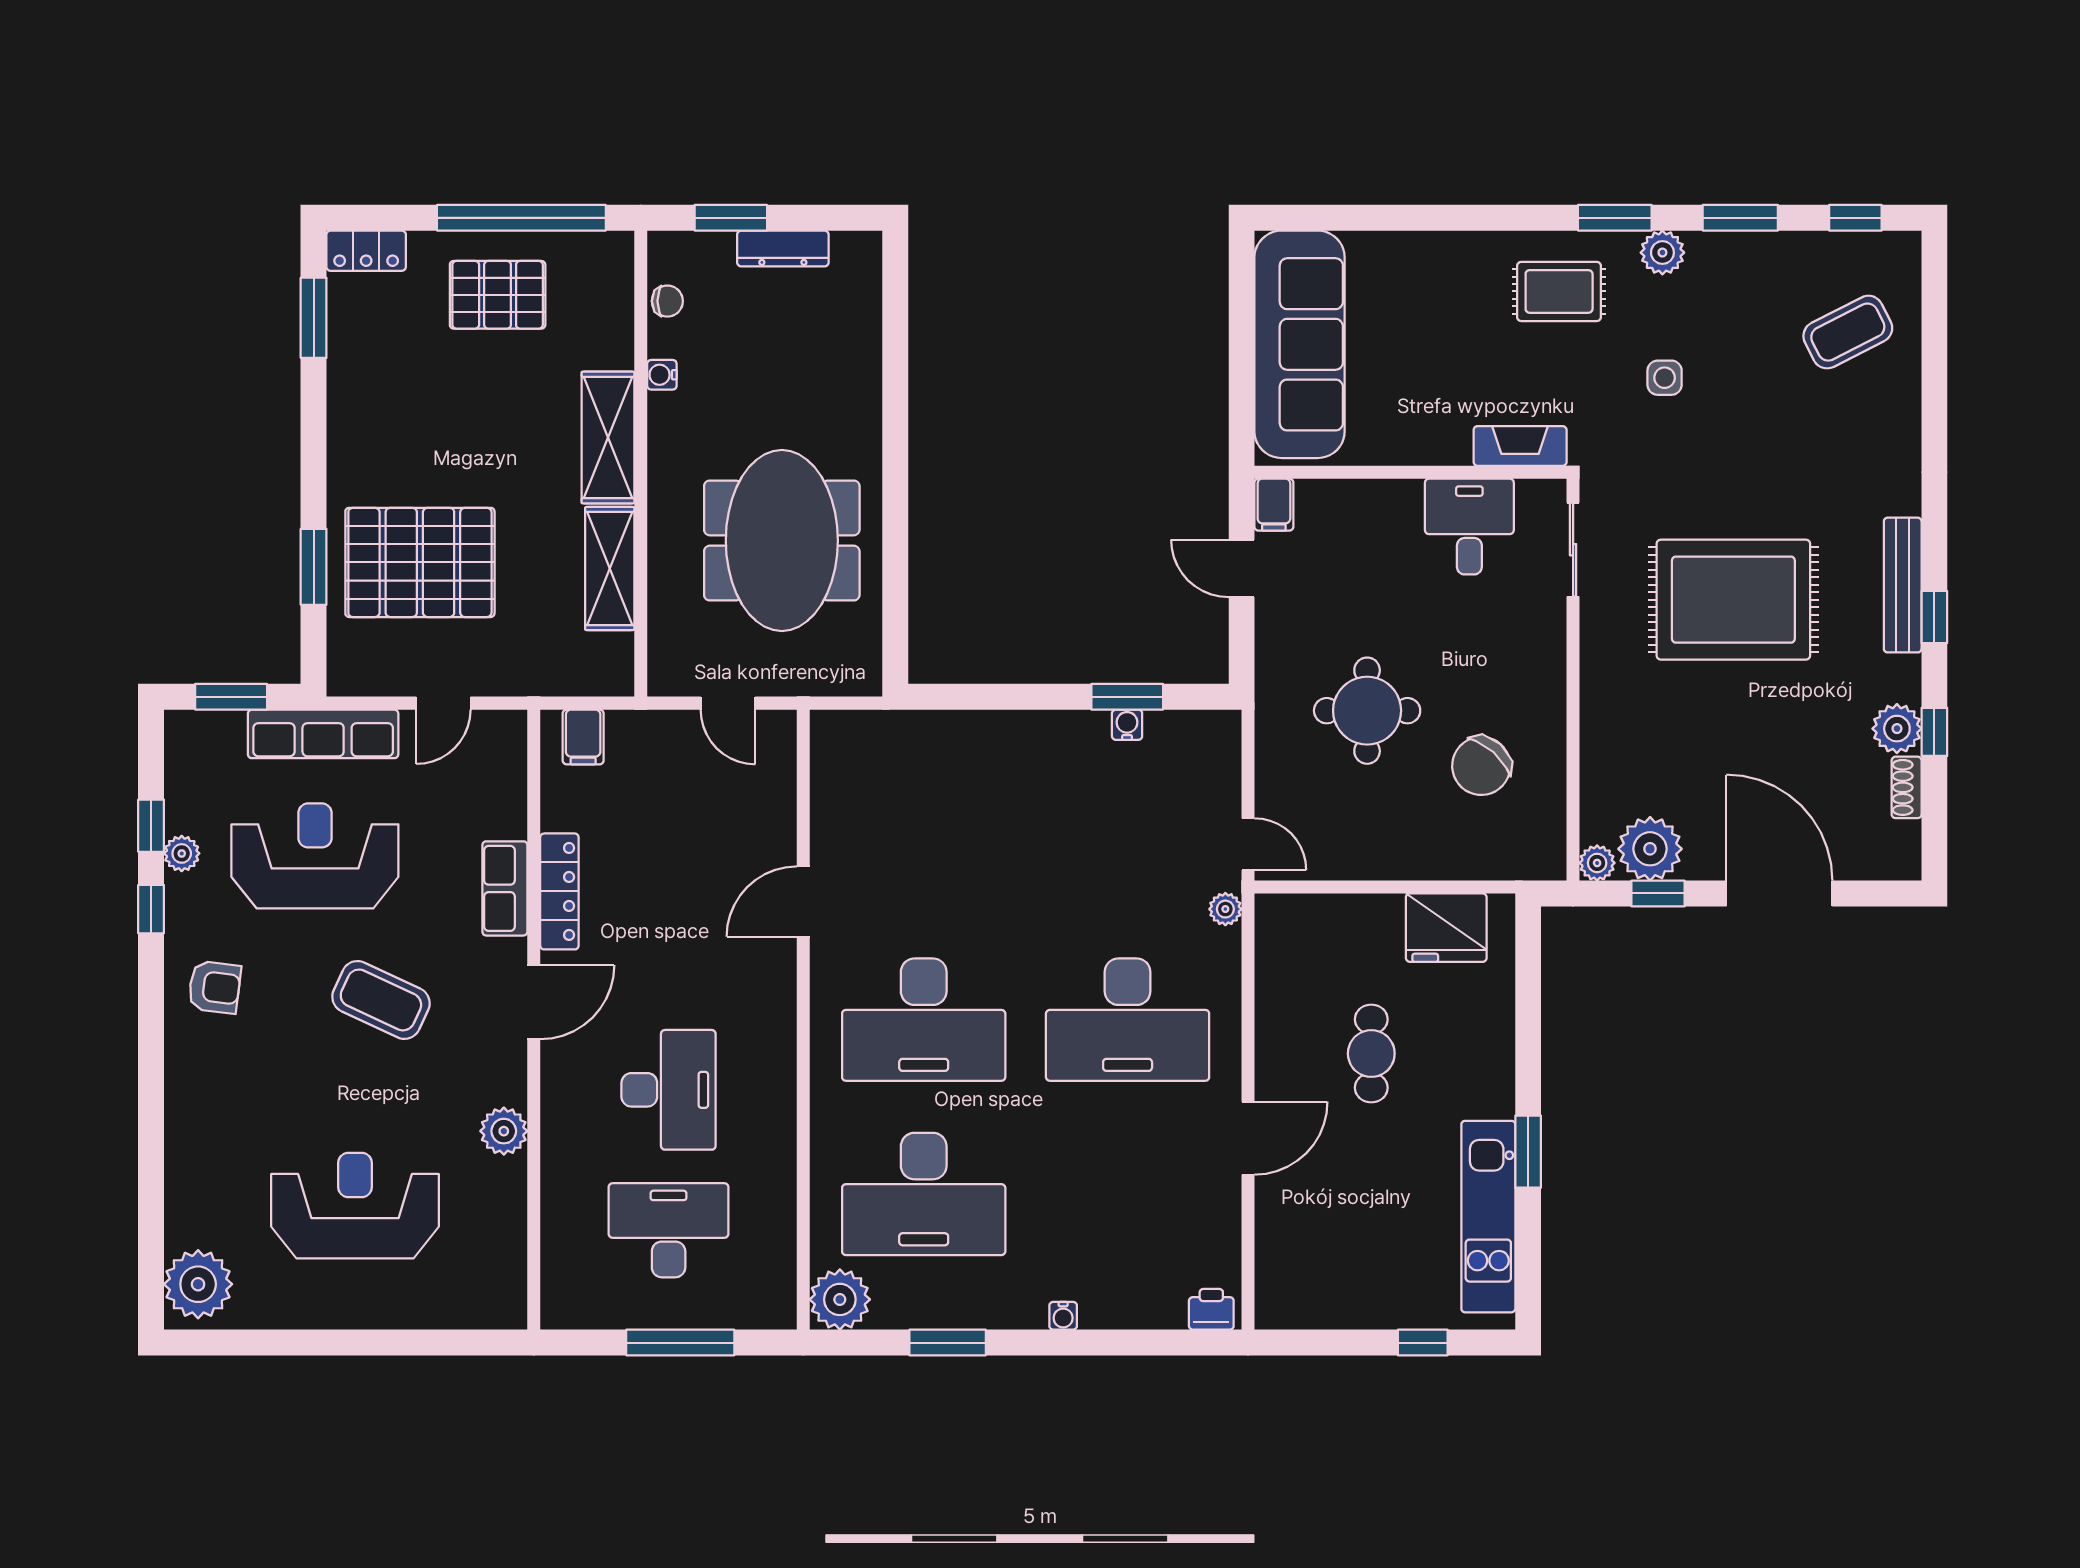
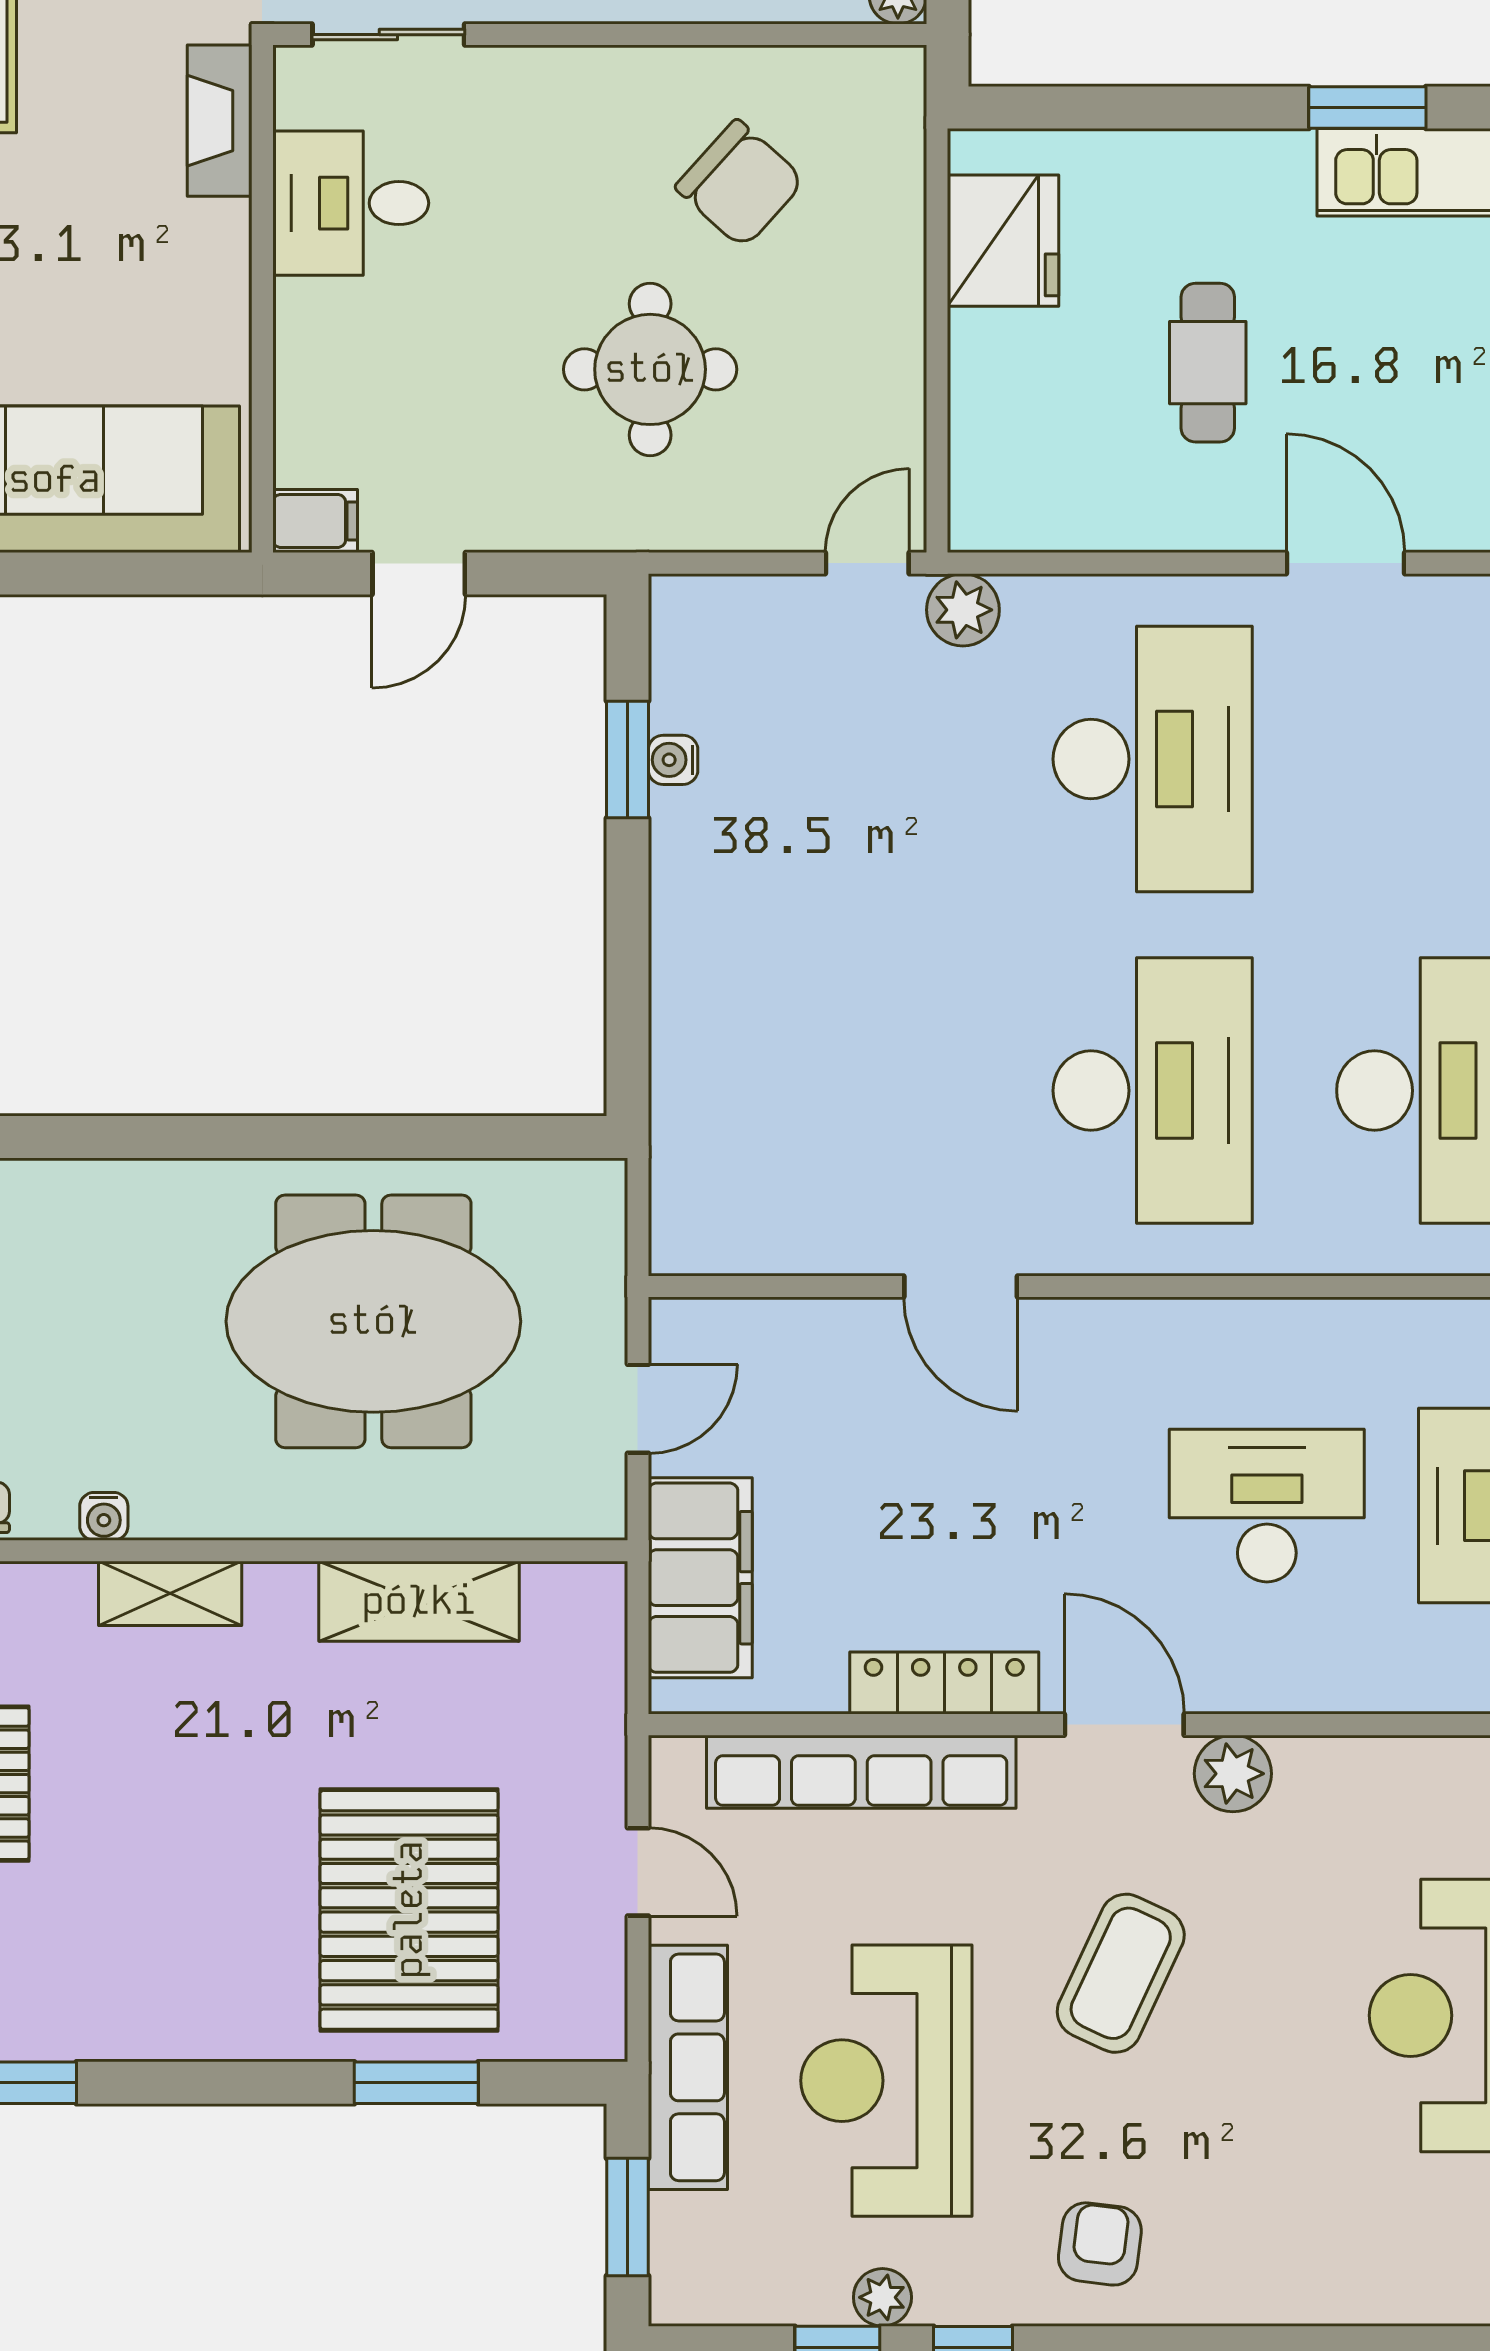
shelving: (608, 437) -> (170, 1593), width x0.67, depth x0.75
filing cabinet: (583, 737) -> (700, 1578), width x3.00, depth x1.17
row of seats: (505, 888) -> (861, 1772), width x2.02
plant: (1225, 909) -> (963, 610), width x1.38, depth x1.38
cafe table: (1371, 1054) -> (1208, 363), turned 90
plant: (504, 1131) -> (1233, 1774), moved

